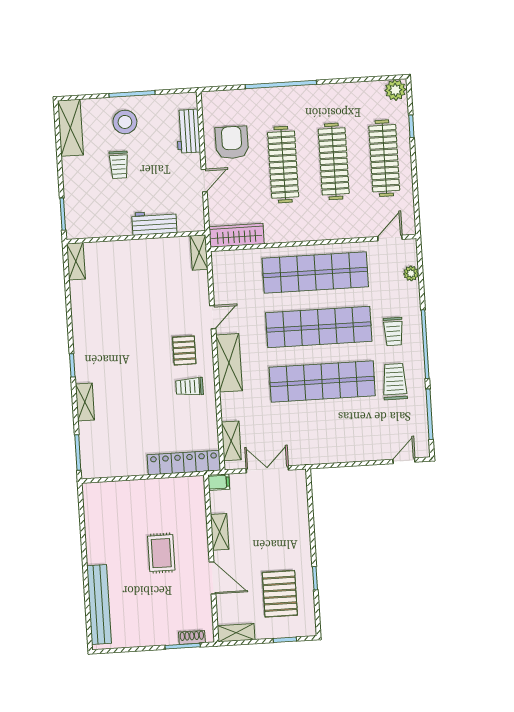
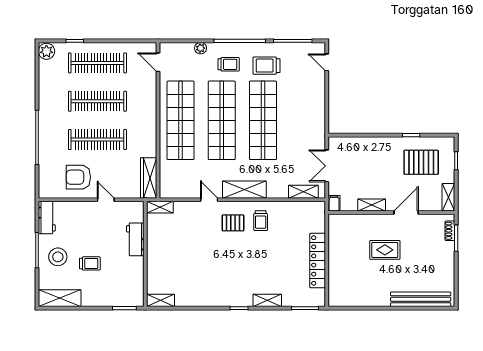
workbench: (188, 131) -> (47, 218), moved, turned -90
plant: (411, 273) -> (201, 48), moved
locker: (184, 463) -> (318, 260), moved

